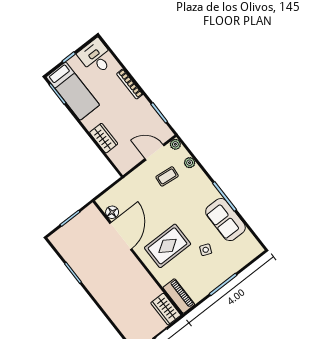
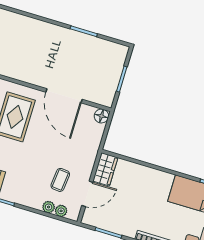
wardrobe: (104, 138) -> (105, 169), moved, turned -90
plant: (175, 144) -> (61, 211), moved
floor lamp: (112, 212) -> (101, 116), moved

